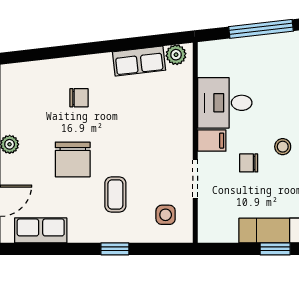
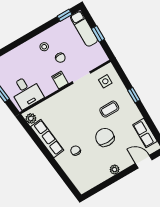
row of seats: (139, 61) -> (47, 138), width x1.48
desk: (225, 103) -> (26, 92), moved
chair: (73, 159) -> (105, 137), turned -90
window: (275, 249) -> (98, 34), moved

